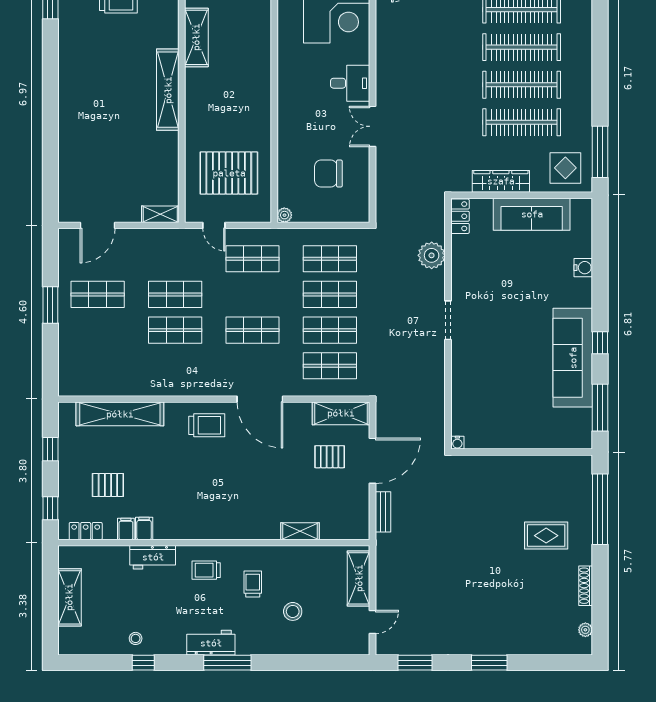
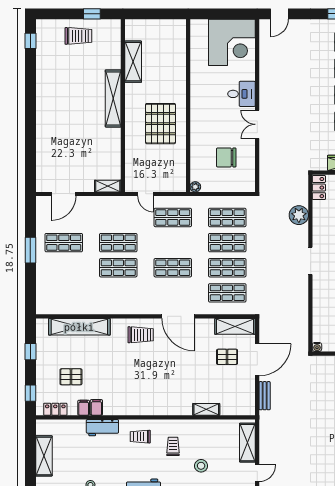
pallet: (229, 173) -> (161, 124), moved, turned 90

